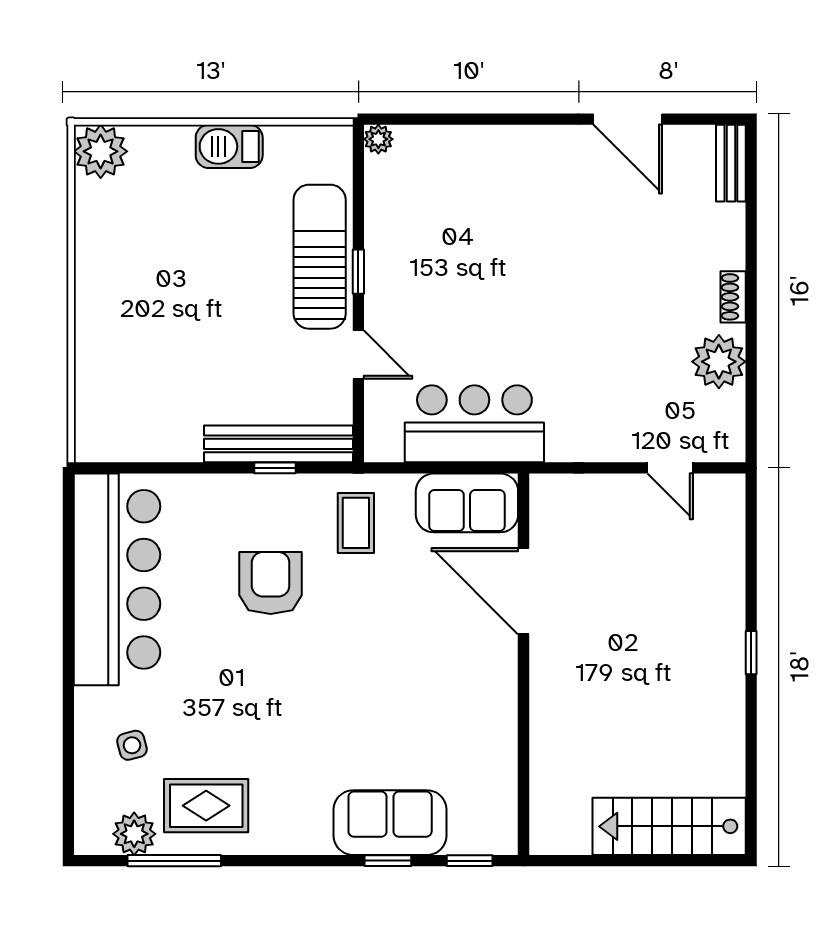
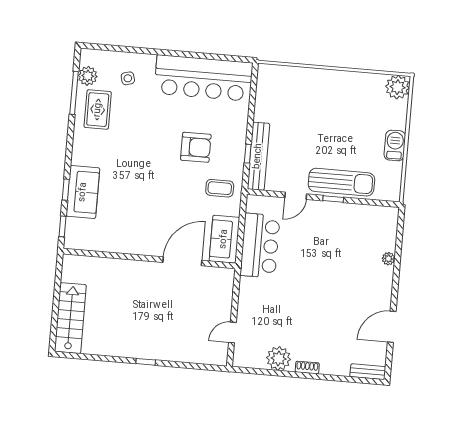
plant: (378, 139) -> (388, 259), moved

